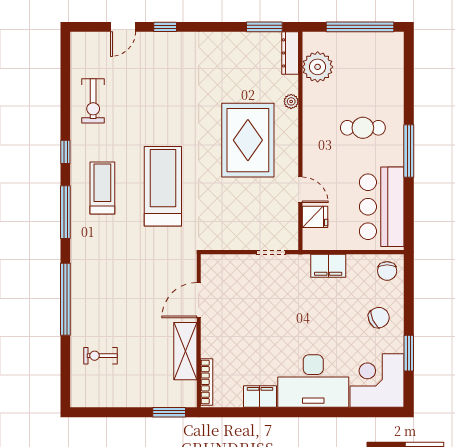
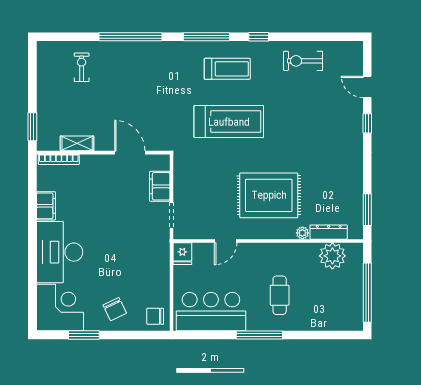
dresser: (290, 53) -> (329, 232), moved
fridge: (315, 217) -> (182, 254), moved
filing cabinet: (328, 266) -> (160, 186), moved
shelving: (185, 351) -> (77, 143), width x0.67, depth x0.75

